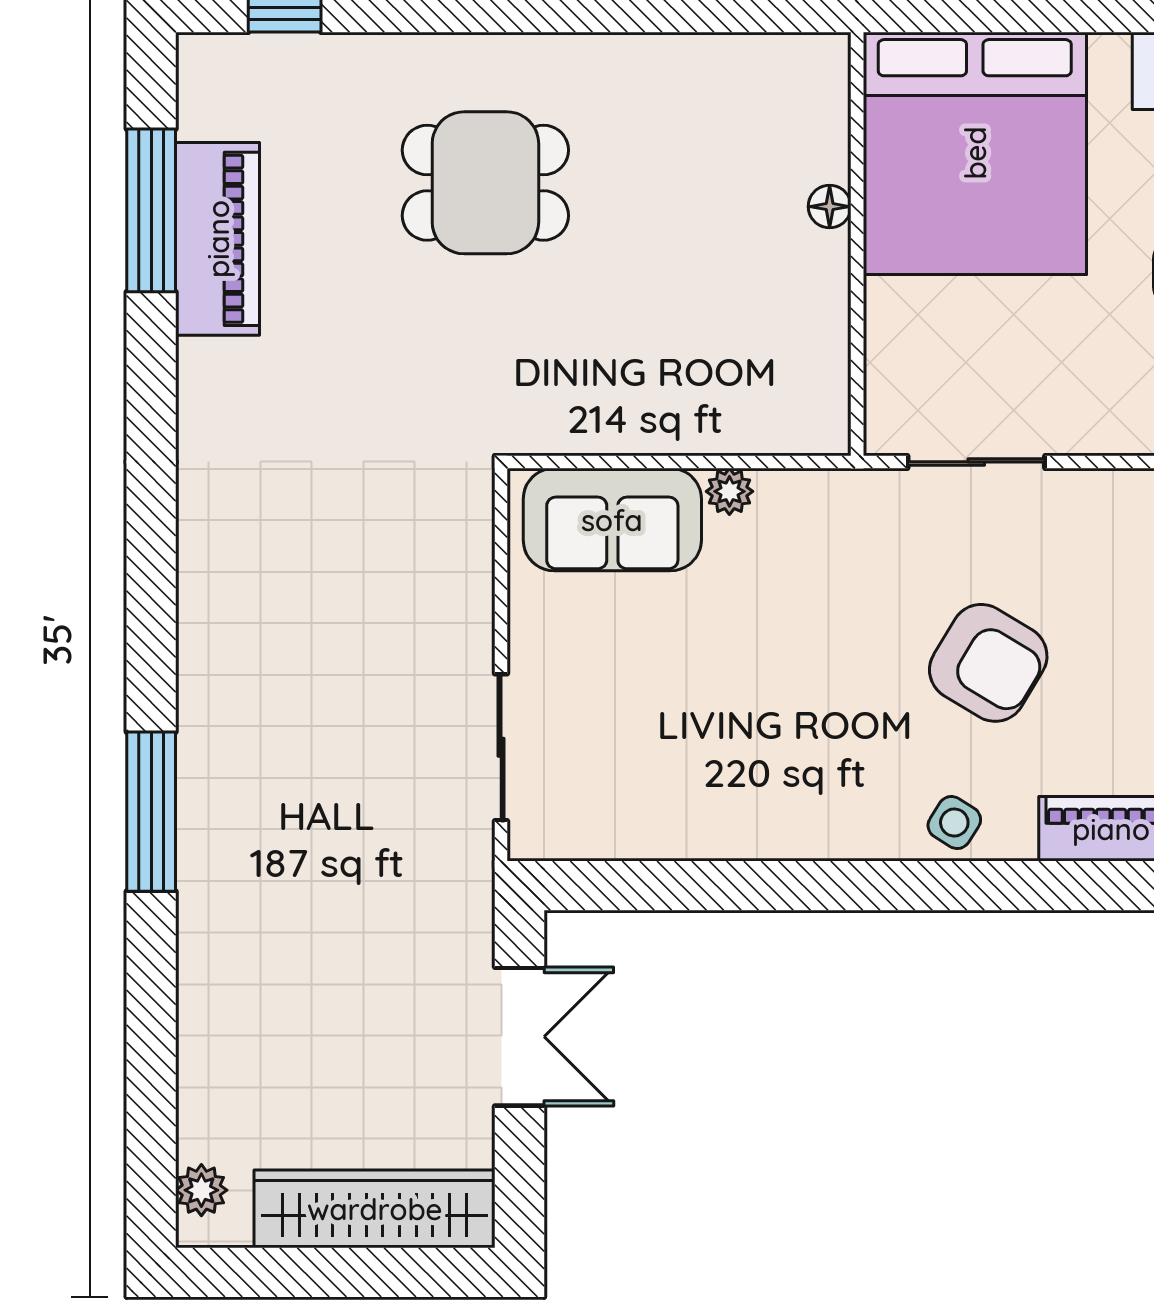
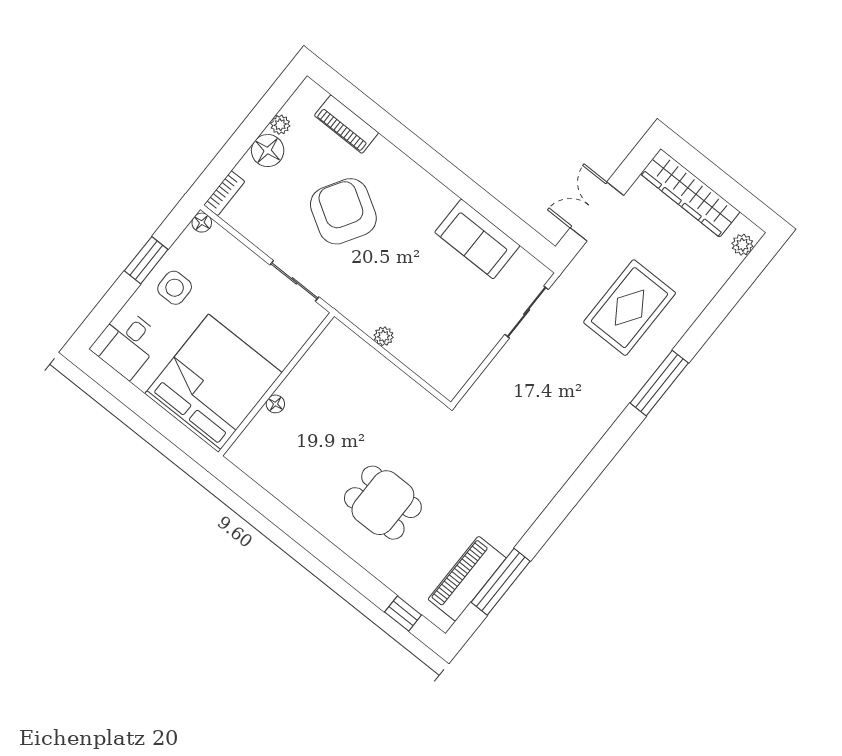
piano: (218, 239) -> (467, 579), moved
sofa: (612, 520) -> (477, 239), moved, turned 180
armchair: (988, 663) -> (343, 211), width x1.36, depth x1.36
side table: (954, 822) -> (397, 168), removed
rug: (317, 907) -> (630, 308), added

